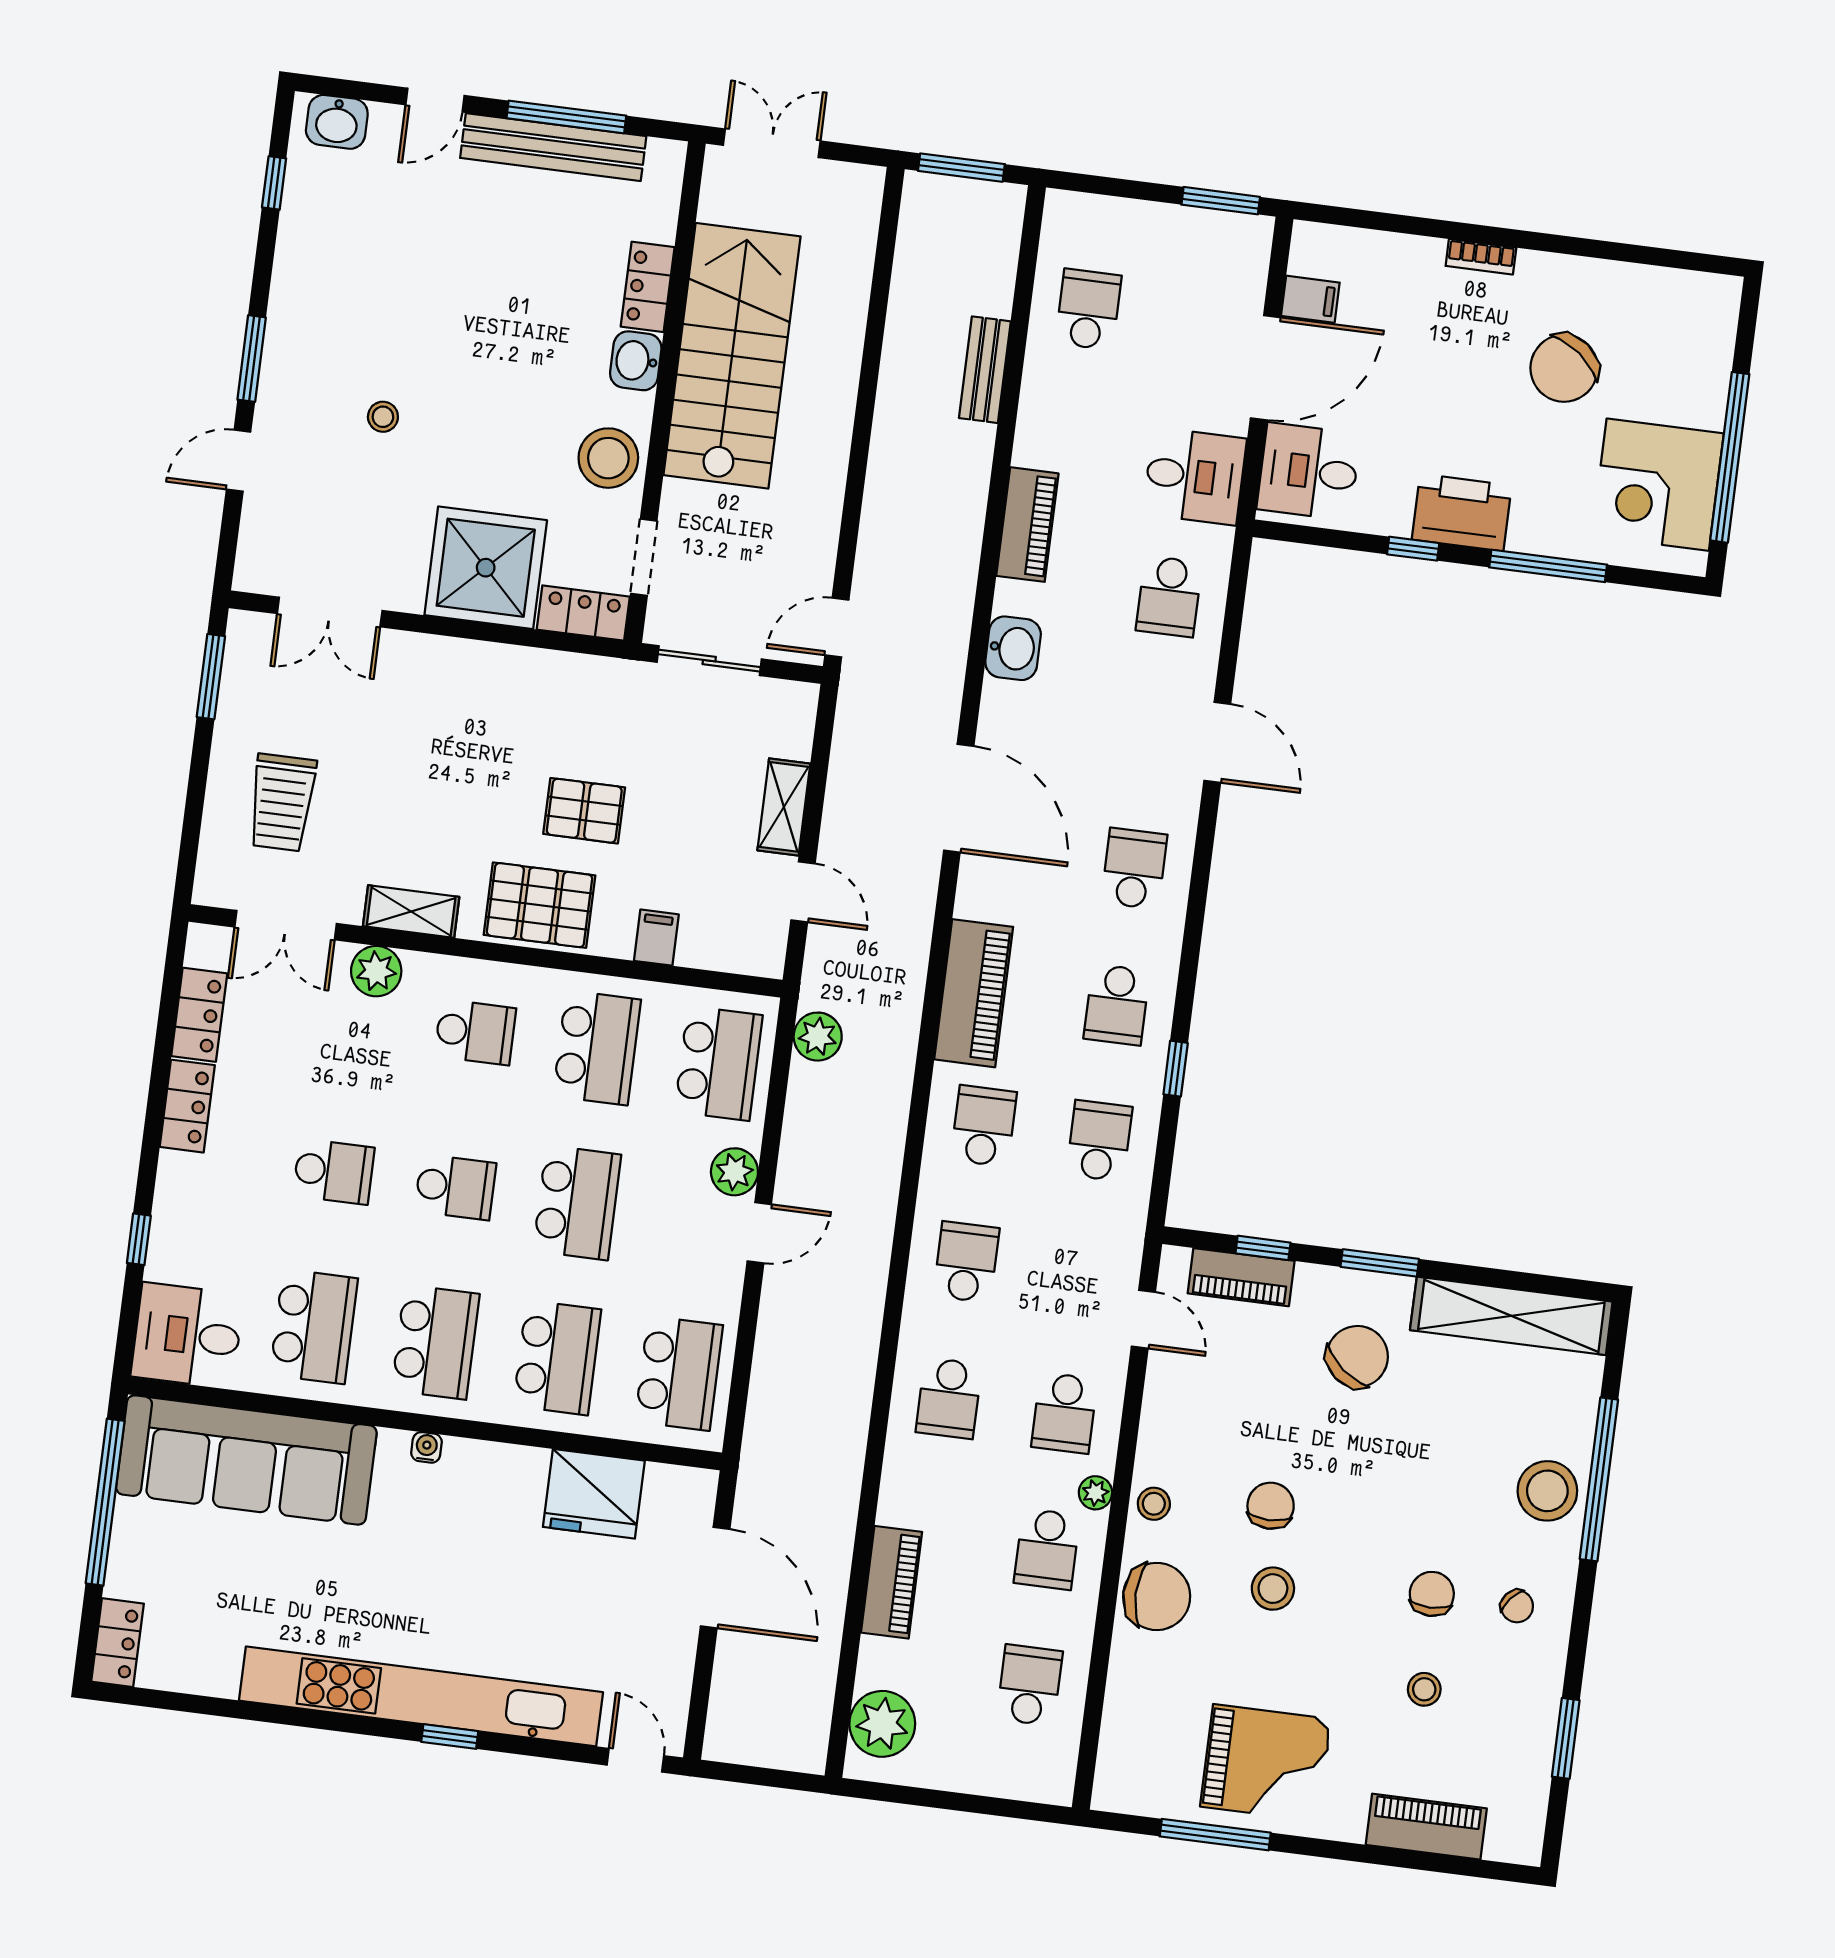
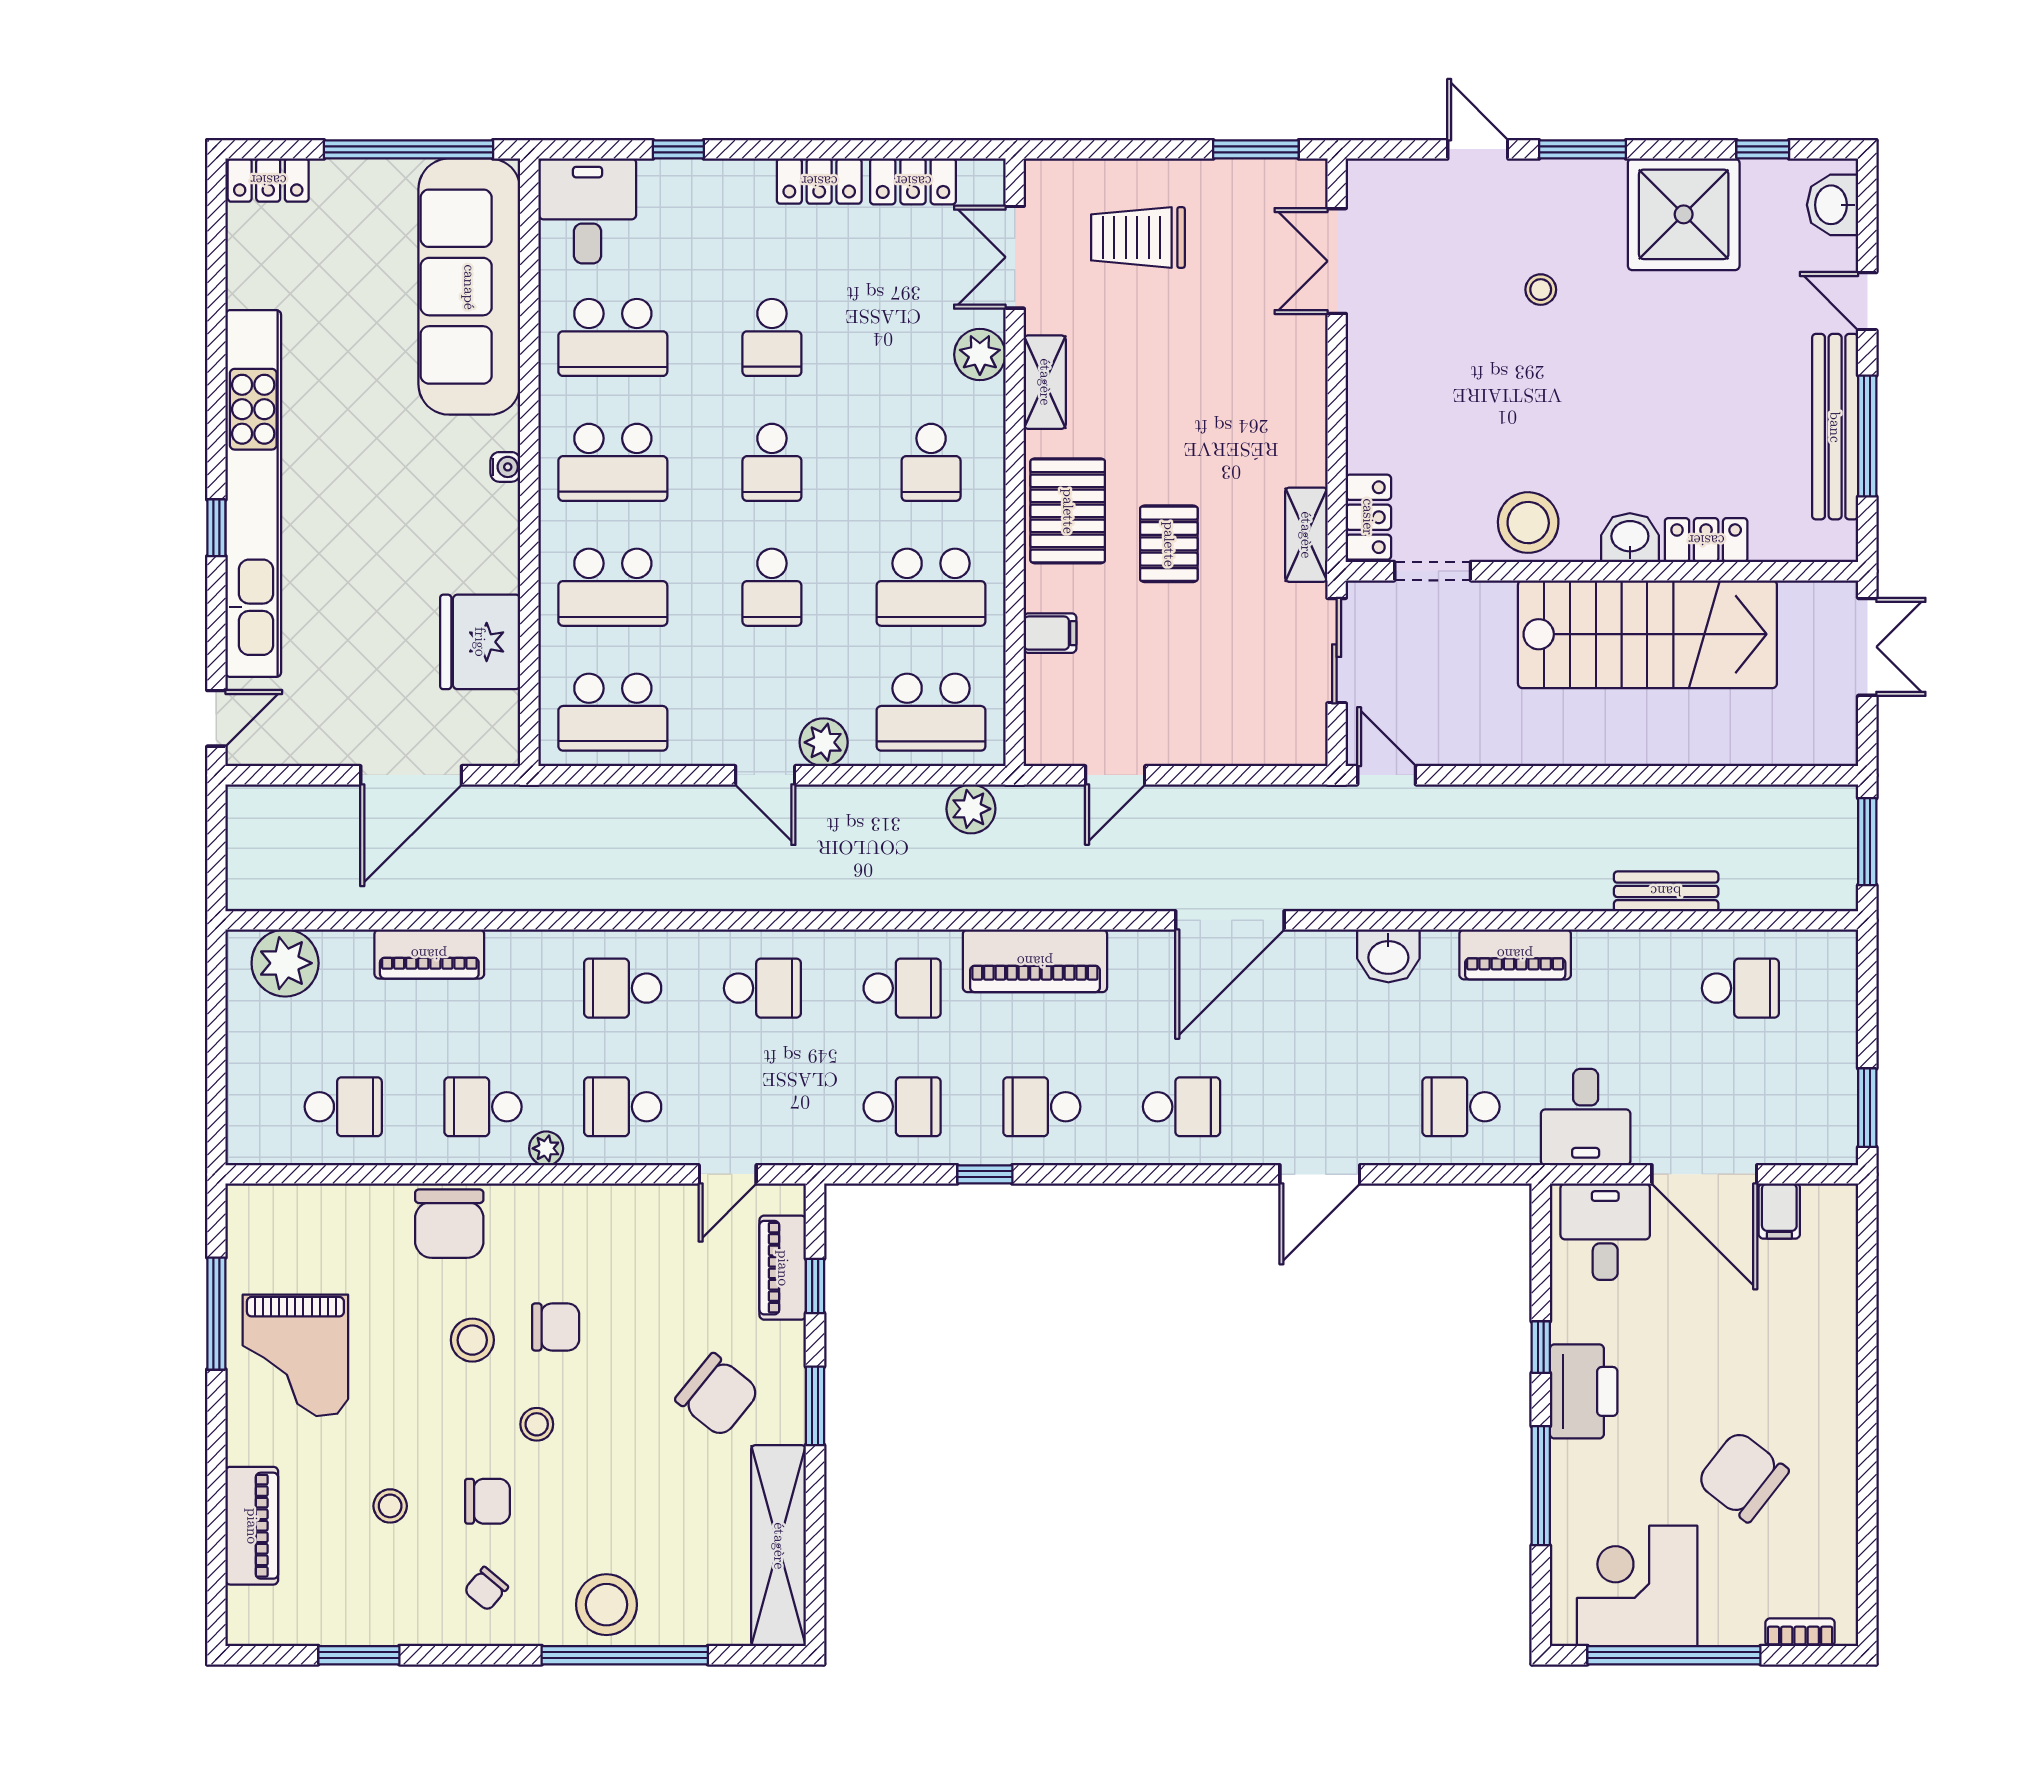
bookcase: (1481, 257) -> (1800, 1632), moved, turned 90
shower: (486, 568) -> (1684, 214), moved
shelving: (784, 807) -> (1306, 535), moved, turned 90
school desk: (577, 1203) -> (772, 587), width x0.54
stool: (1154, 1504) -> (537, 1424), moved

